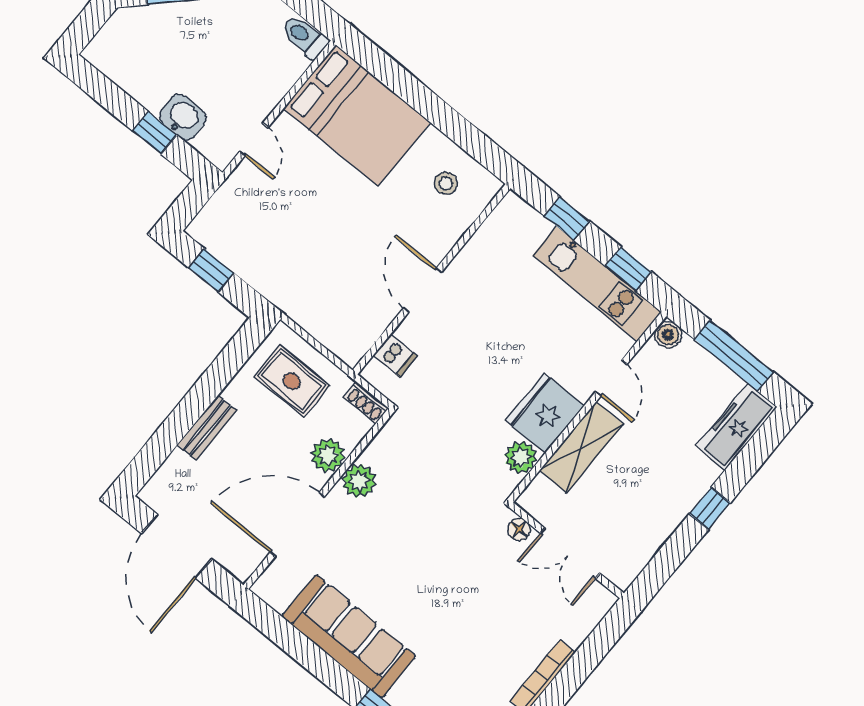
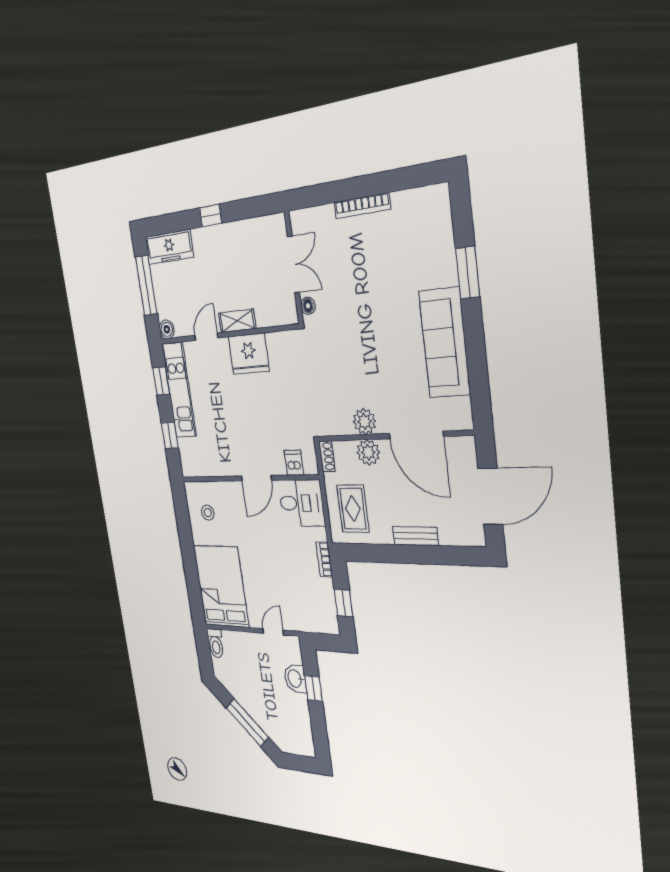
bookcase: (272, 292) -> (324, 559), added
desk: (350, 323) -> (301, 503), added
shelving: (581, 447) -> (237, 321), width x0.67, depth x0.75
plant: (521, 457) -> (277, 344), removed

